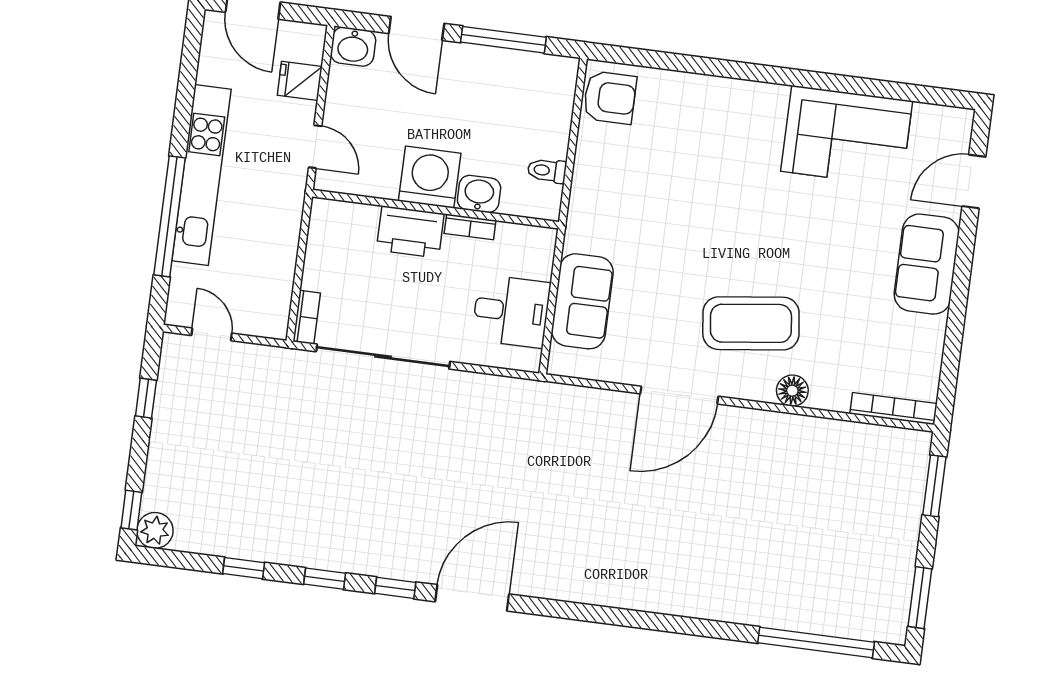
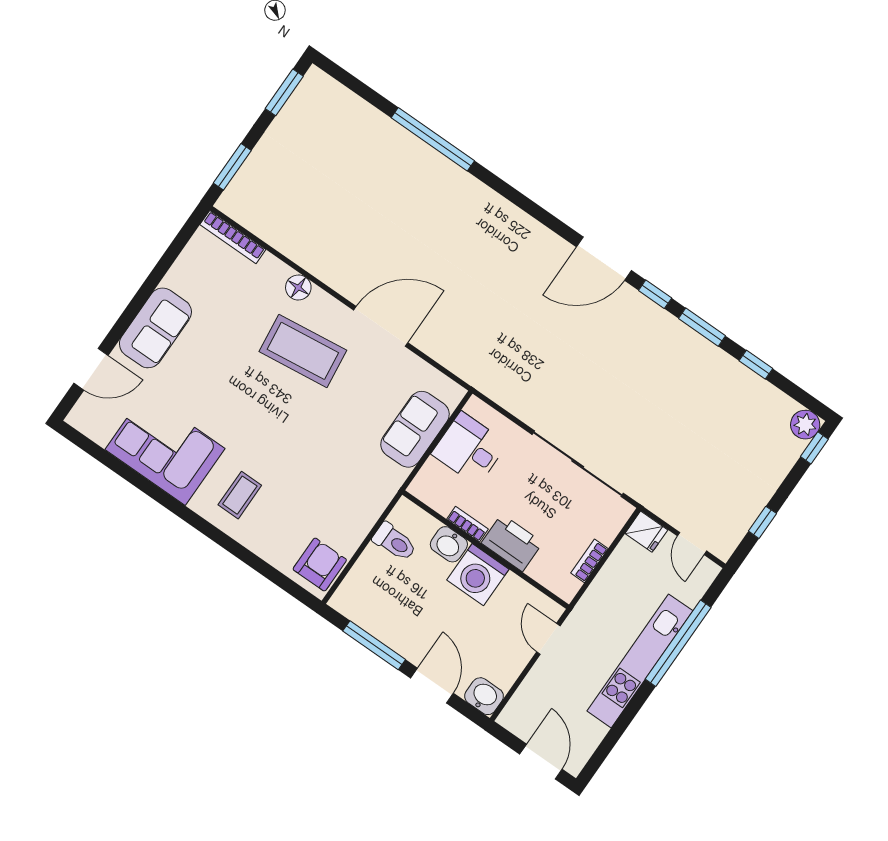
fridge: (300, 81) -> (646, 532), moved
armchair: (610, 98) -> (320, 565), turned 90
coffee table: (738, 128) -> (240, 495), added
toilet: (547, 171) -> (395, 542), width x1.37, depth x1.39
bookcase: (307, 317) -> (589, 561), moved
window: (325, 579) -> (702, 327), width x1.50
window: (816, 643) -> (433, 139), moved

